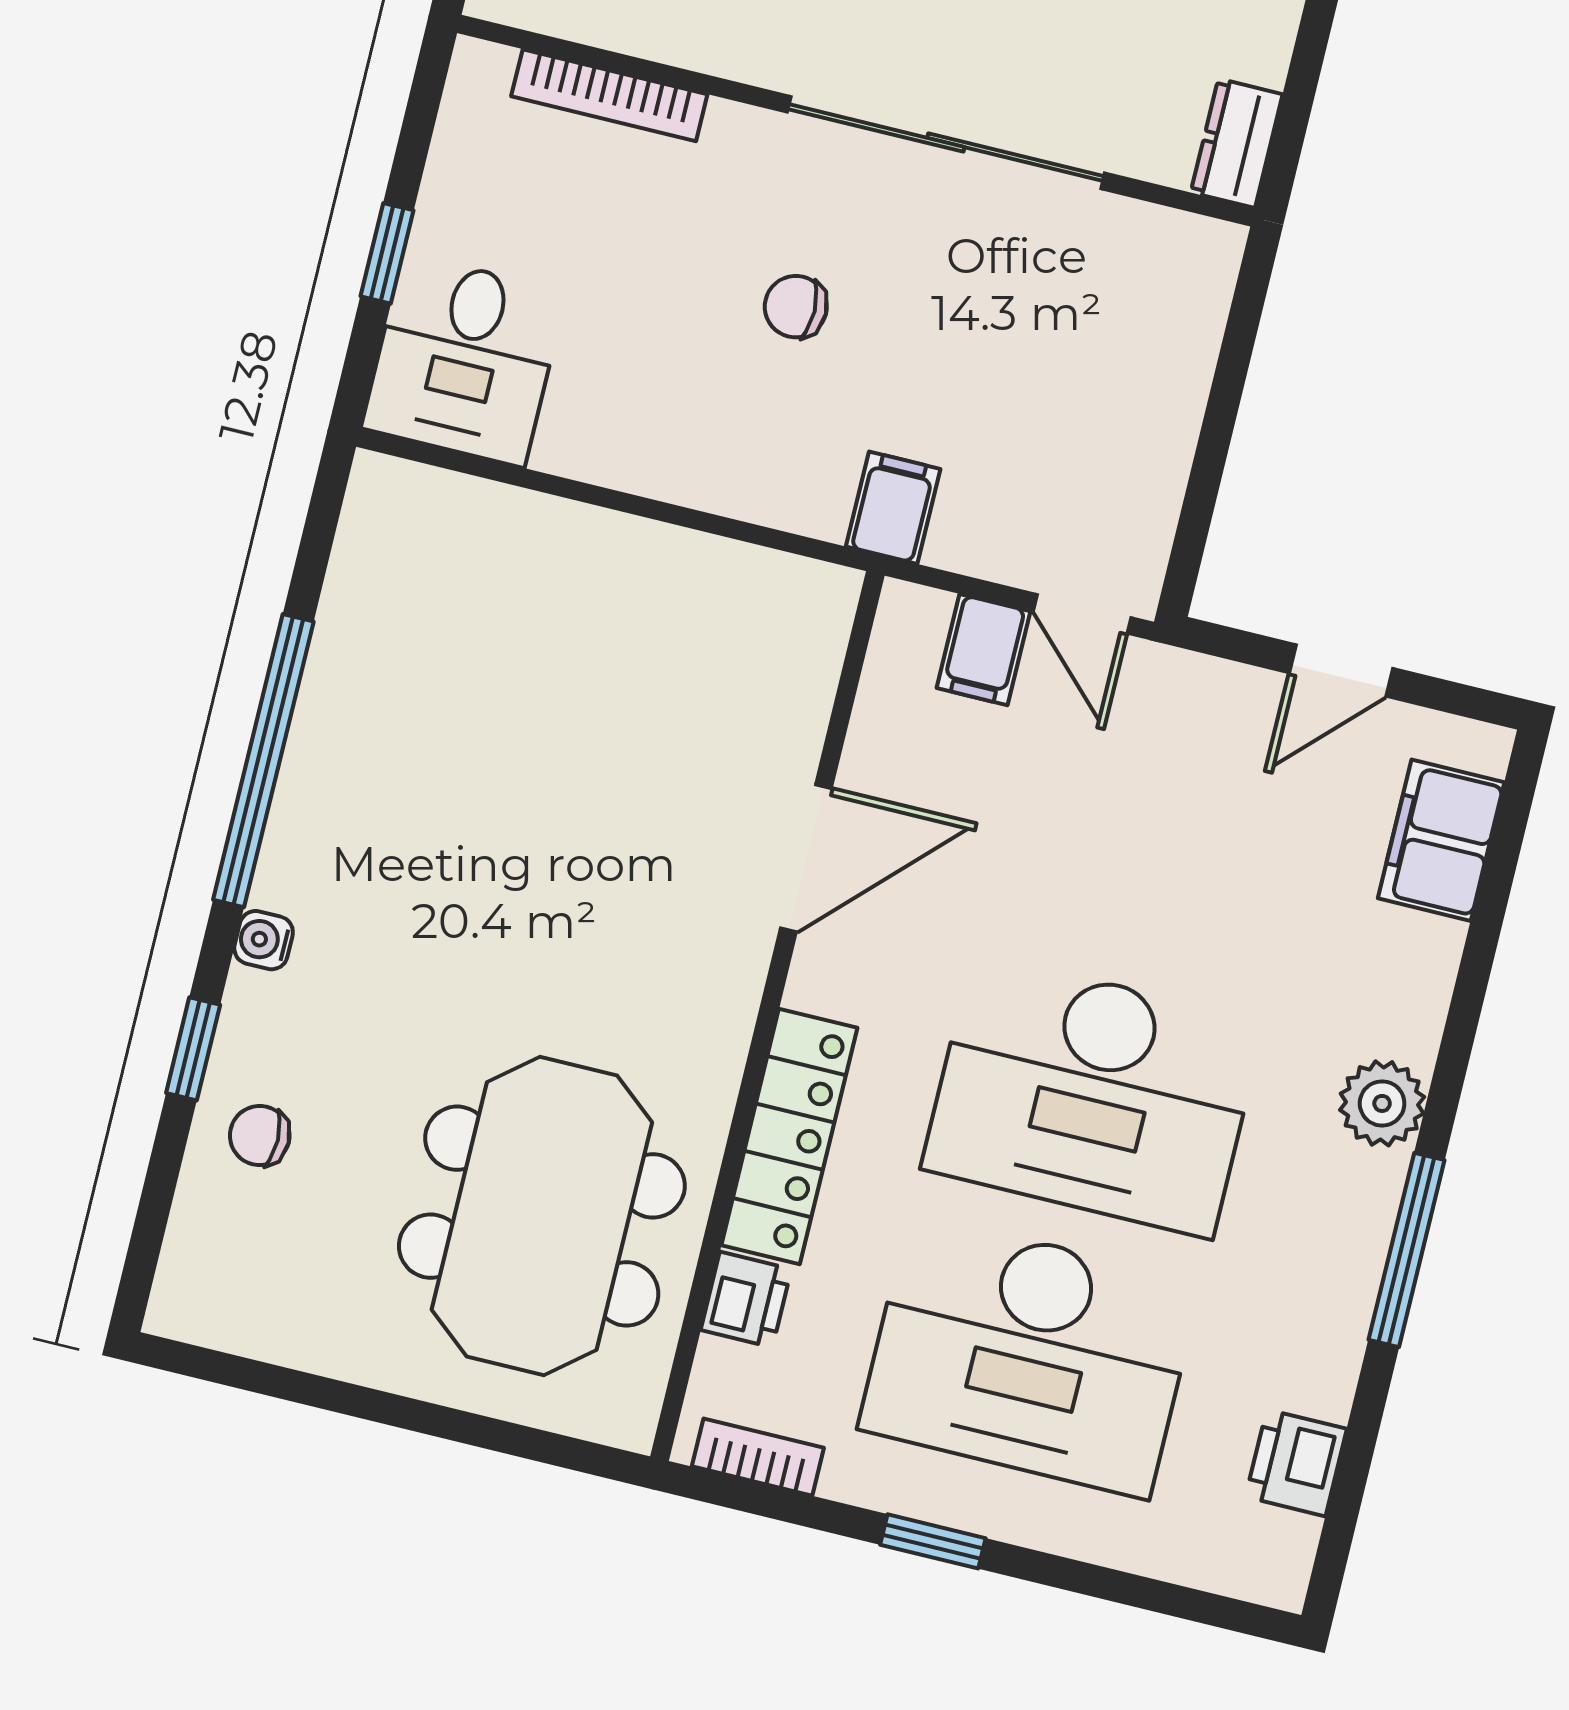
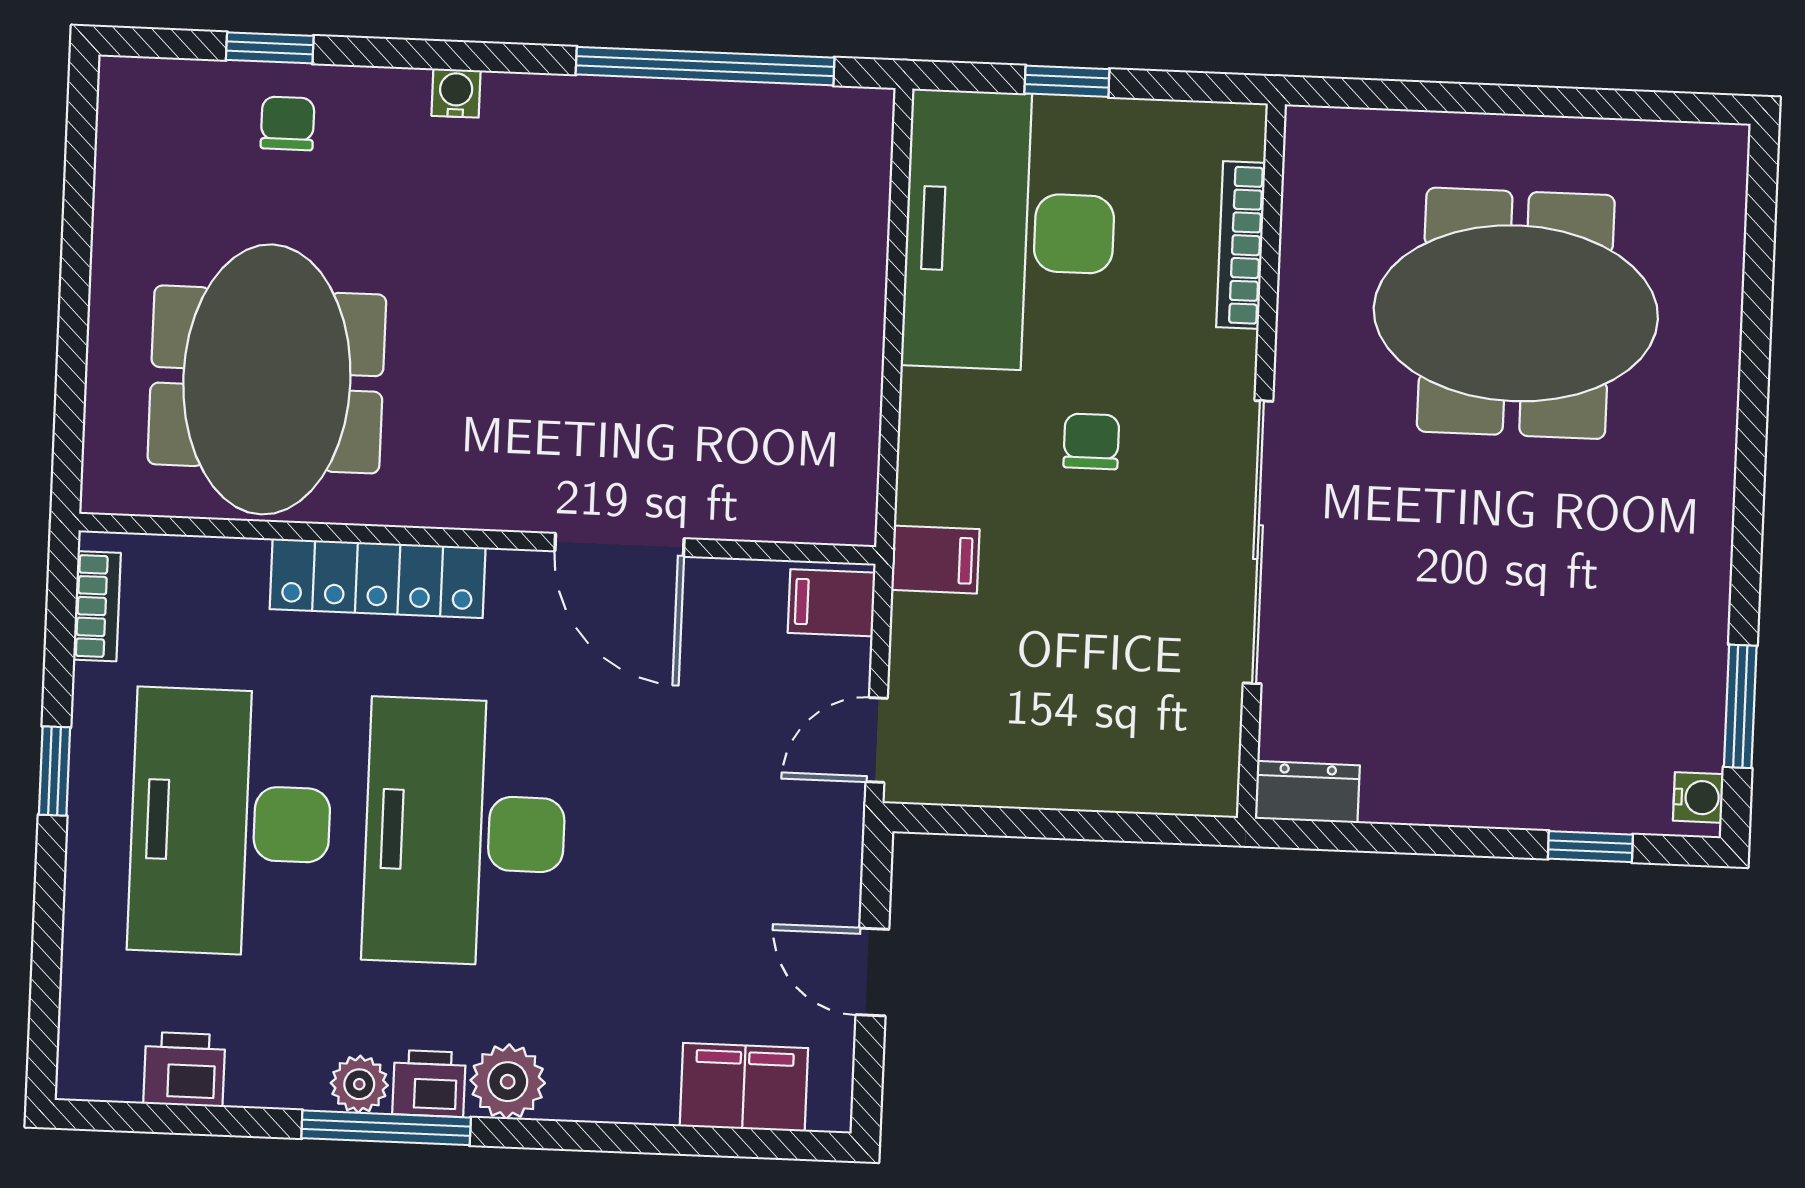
desk: (464, 360) -> (1010, 231), width x1.87, depth x1.30
filing cabinet: (984, 650) -> (832, 603), moved
window: (263, 761) -> (705, 66), moved
window: (193, 1049) -> (270, 48), moved
meeting table: (542, 1216) -> (267, 379), turned 90
plant: (1352, 1270) -> (359, 1084), added
printer: (746, 1300) -> (429, 1083), moved, turned 180

